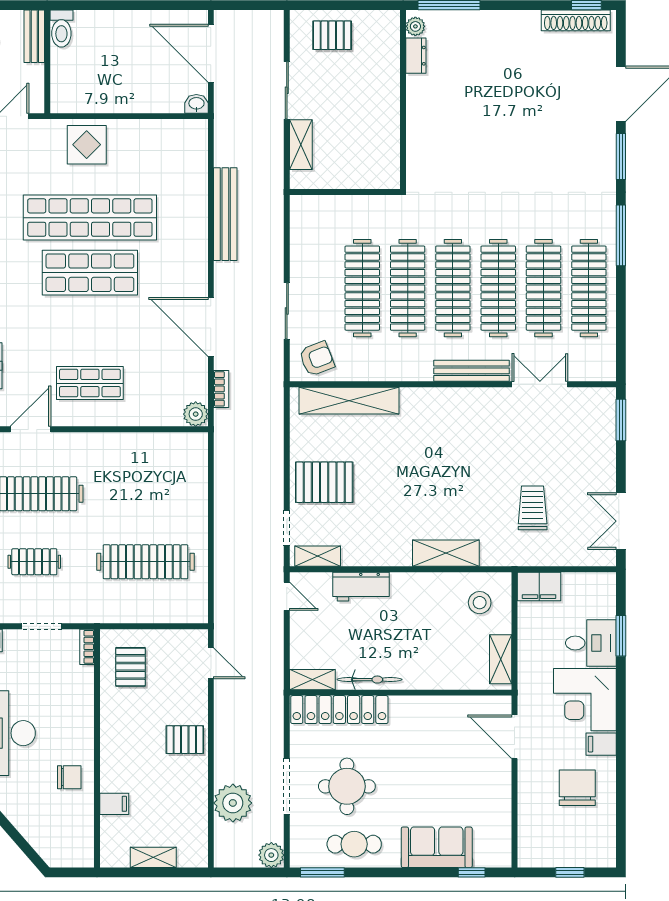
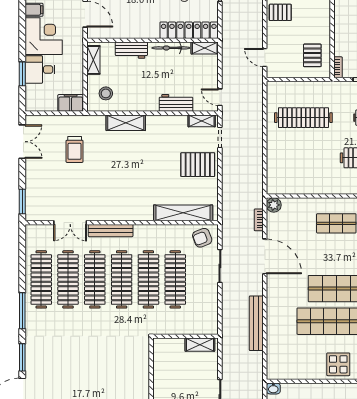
shelving: (301, 145) -> (200, 345), moved, turned 90
workbench: (436, 676) -> (131, 50), added

